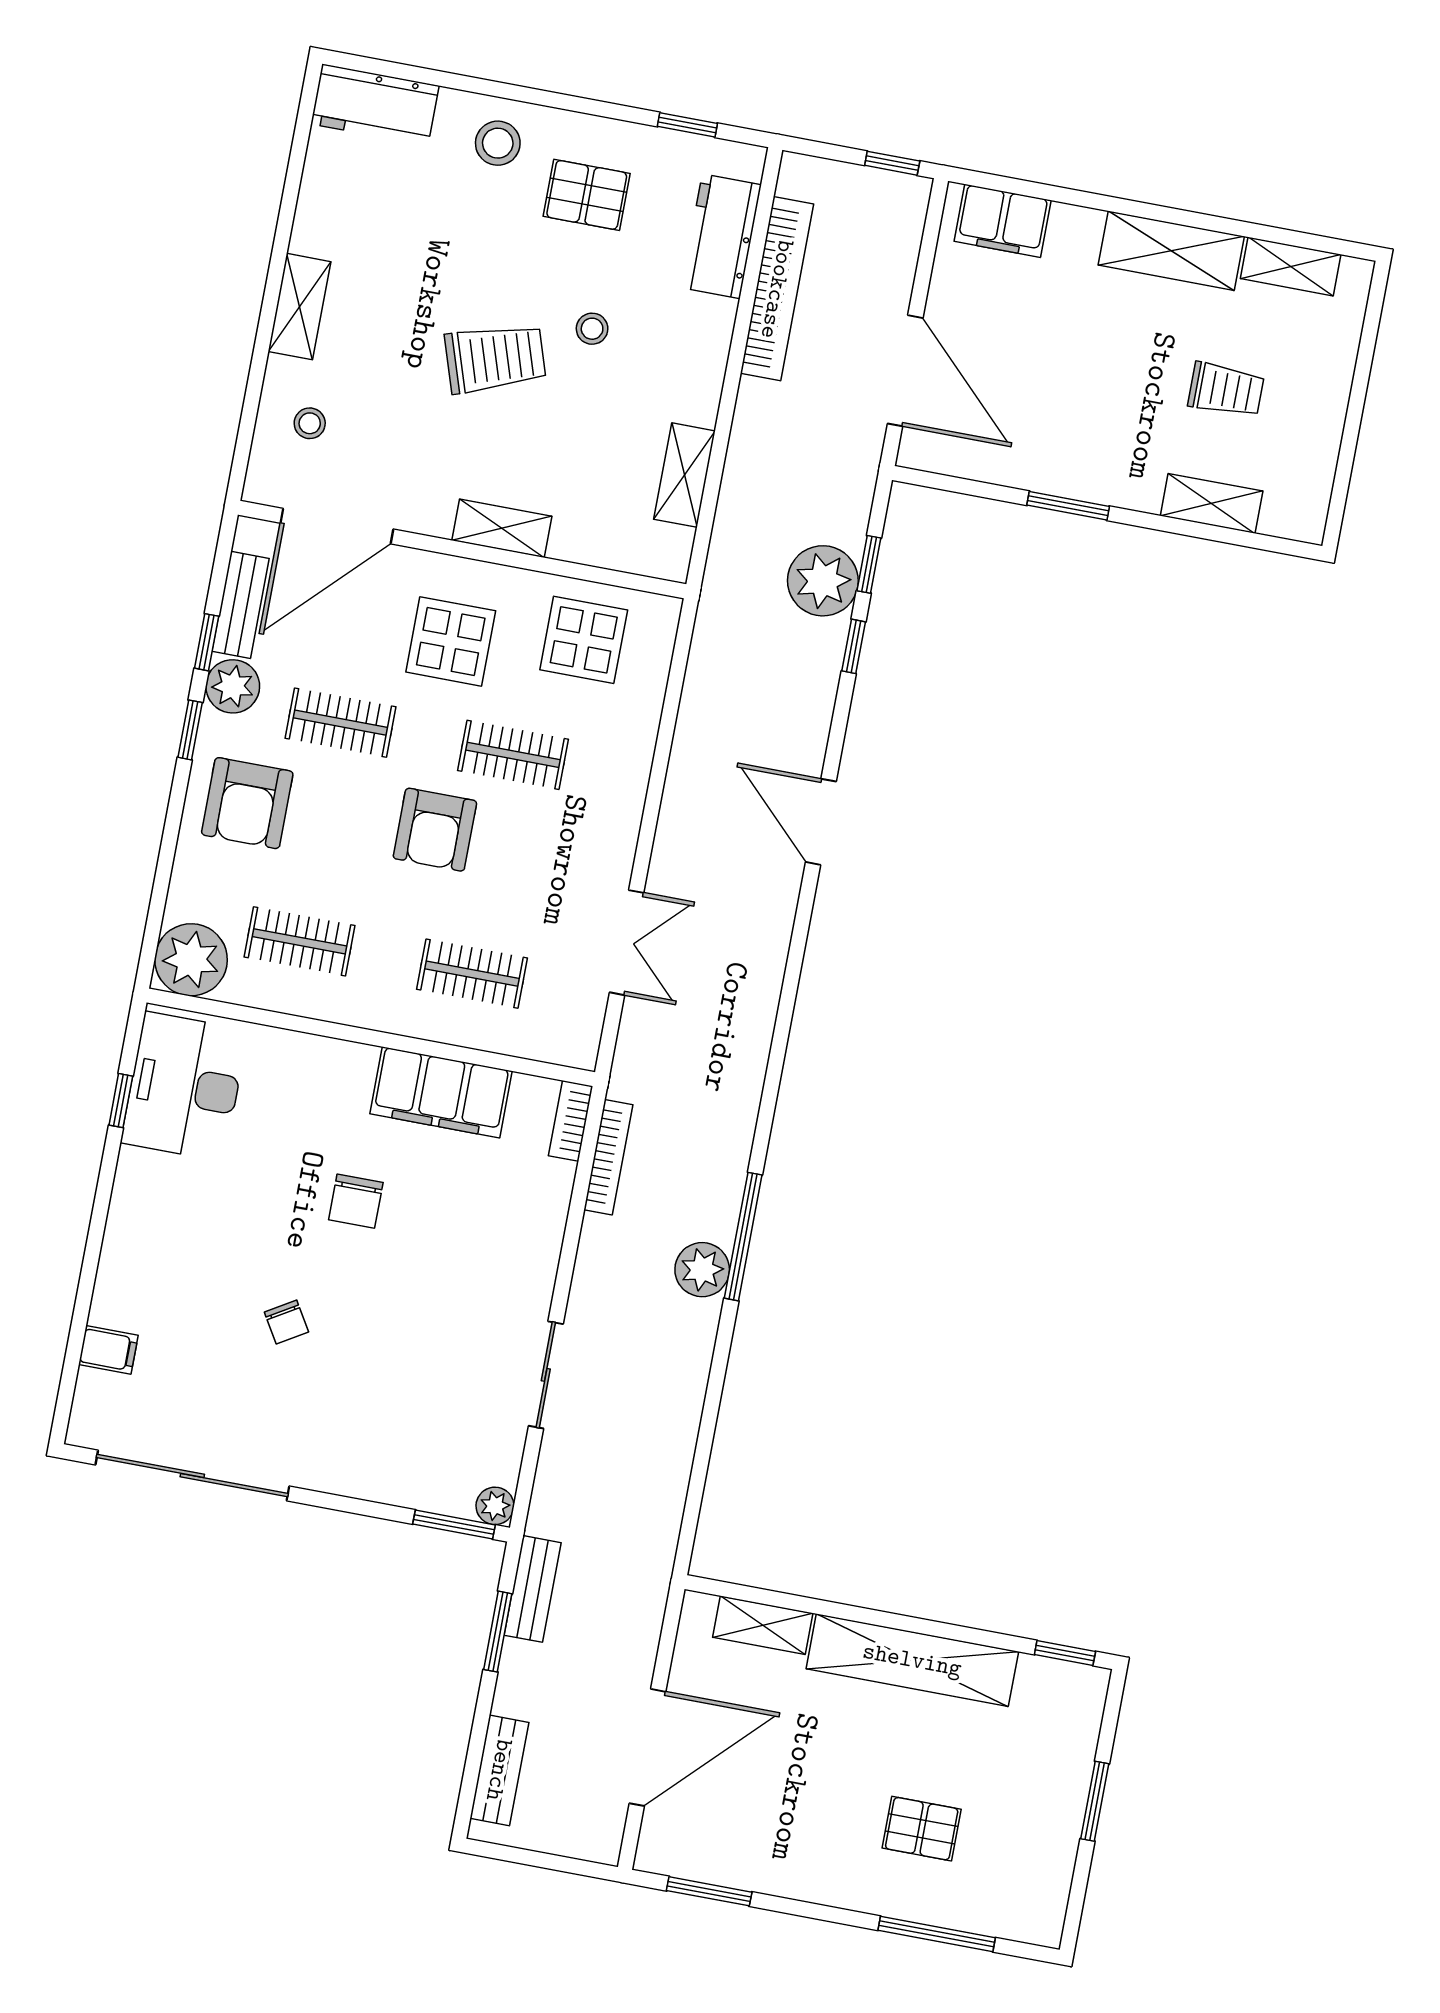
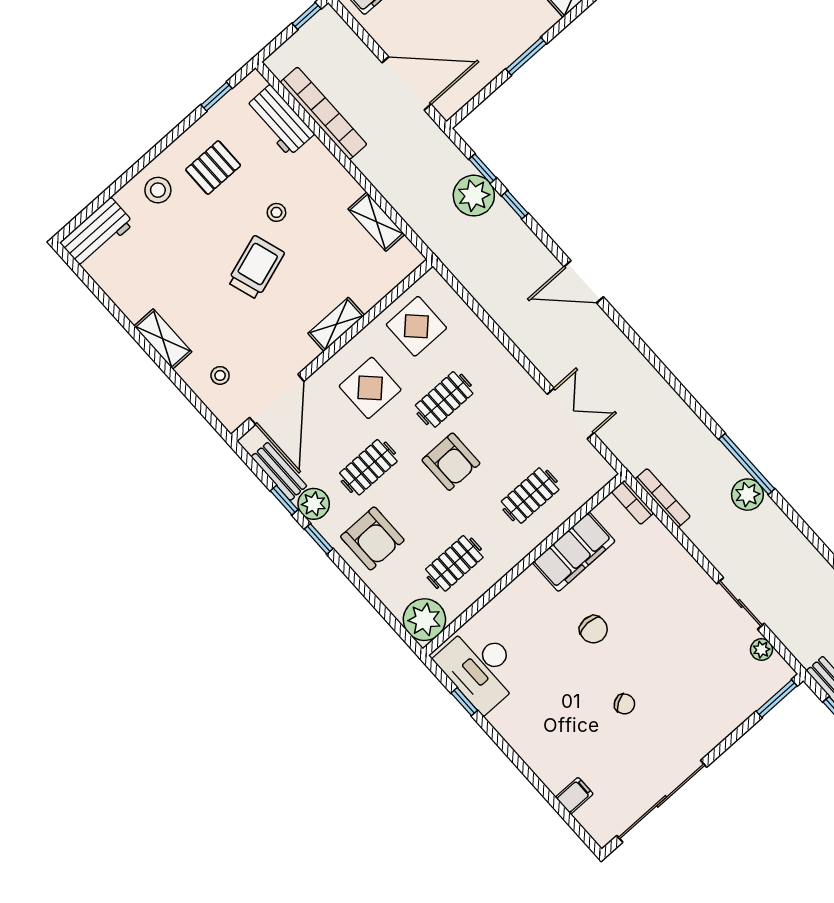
plant: (495, 1506) -> (761, 650), moved

